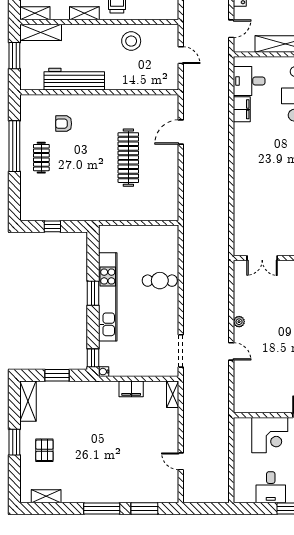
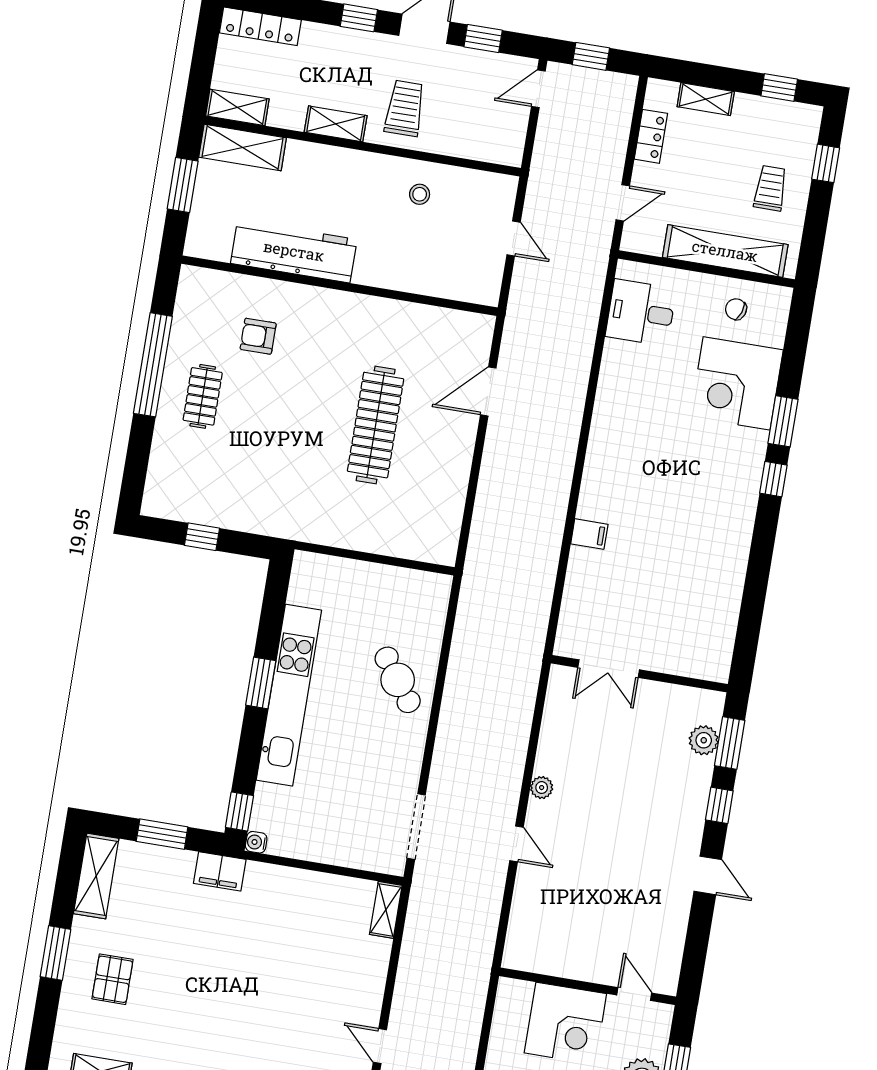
stool: (131, 41) -> (420, 194), width x0.53, depth x0.53
filing cabinet: (242, 109) -> (589, 534), moved, width x0.50
cafe table: (160, 281) -> (398, 680), turned 54
filing cabinet: (131, 389) -> (220, 871), moved

